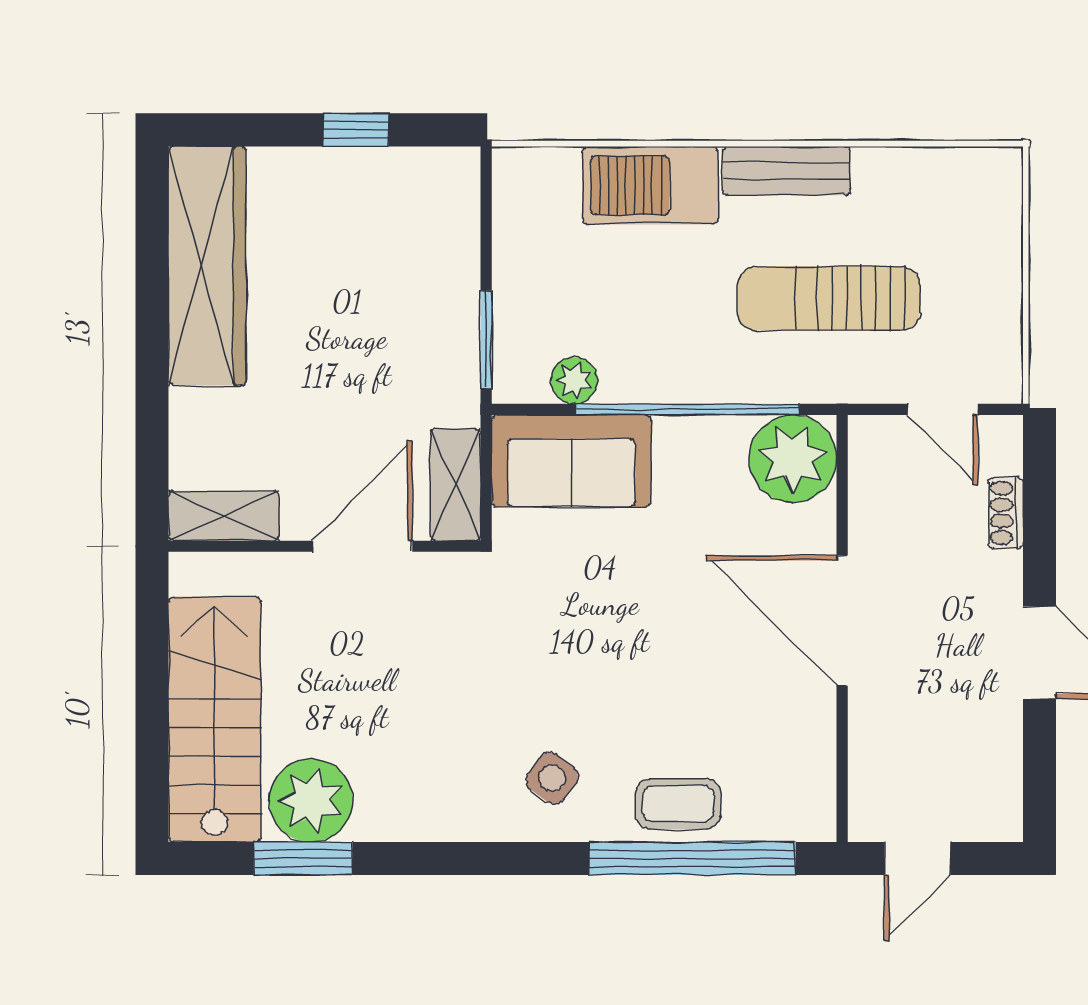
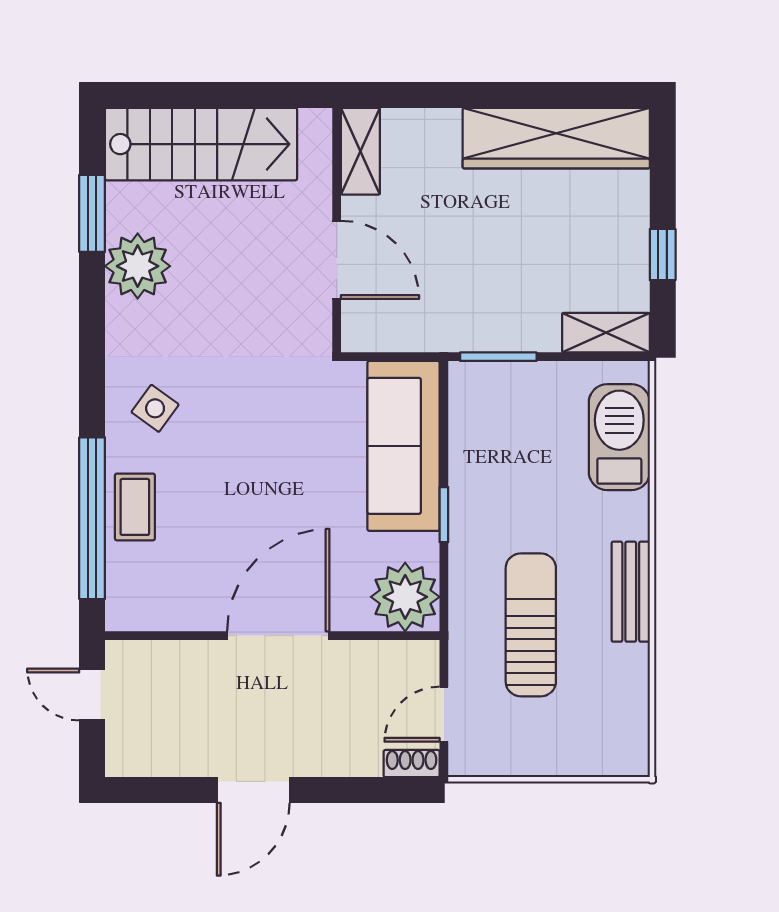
barbecue: (650, 185) -> (619, 437), moved
plant: (574, 380) -> (466, 426), removed
window: (688, 409) -> (444, 515), width x0.32
sofa: (571, 461) -> (403, 446), width x1.36
shelving: (455, 485) -> (606, 333), moved
shoe rack: (1006, 513) -> (412, 764), moved
plant: (311, 800) -> (138, 266), moved

